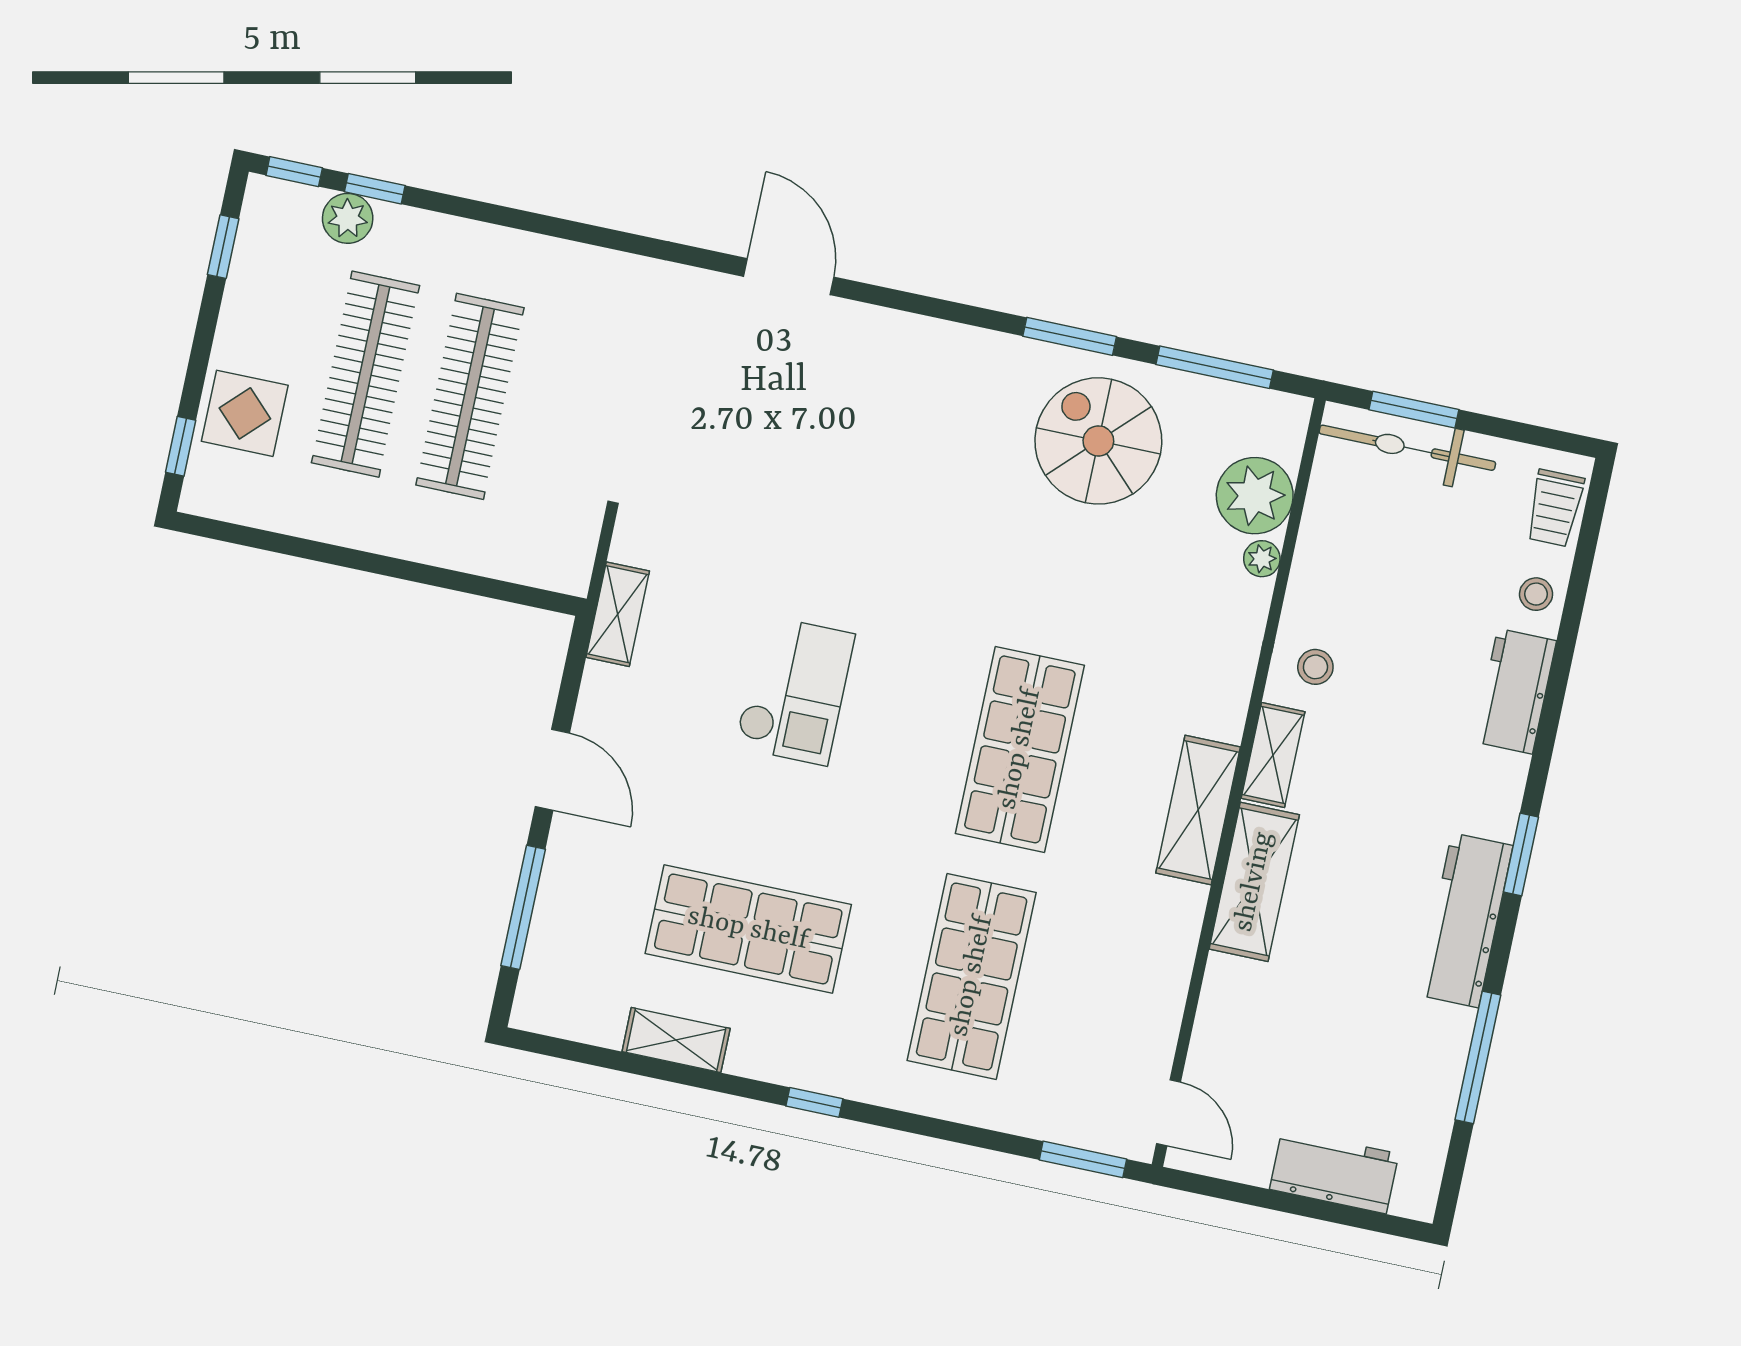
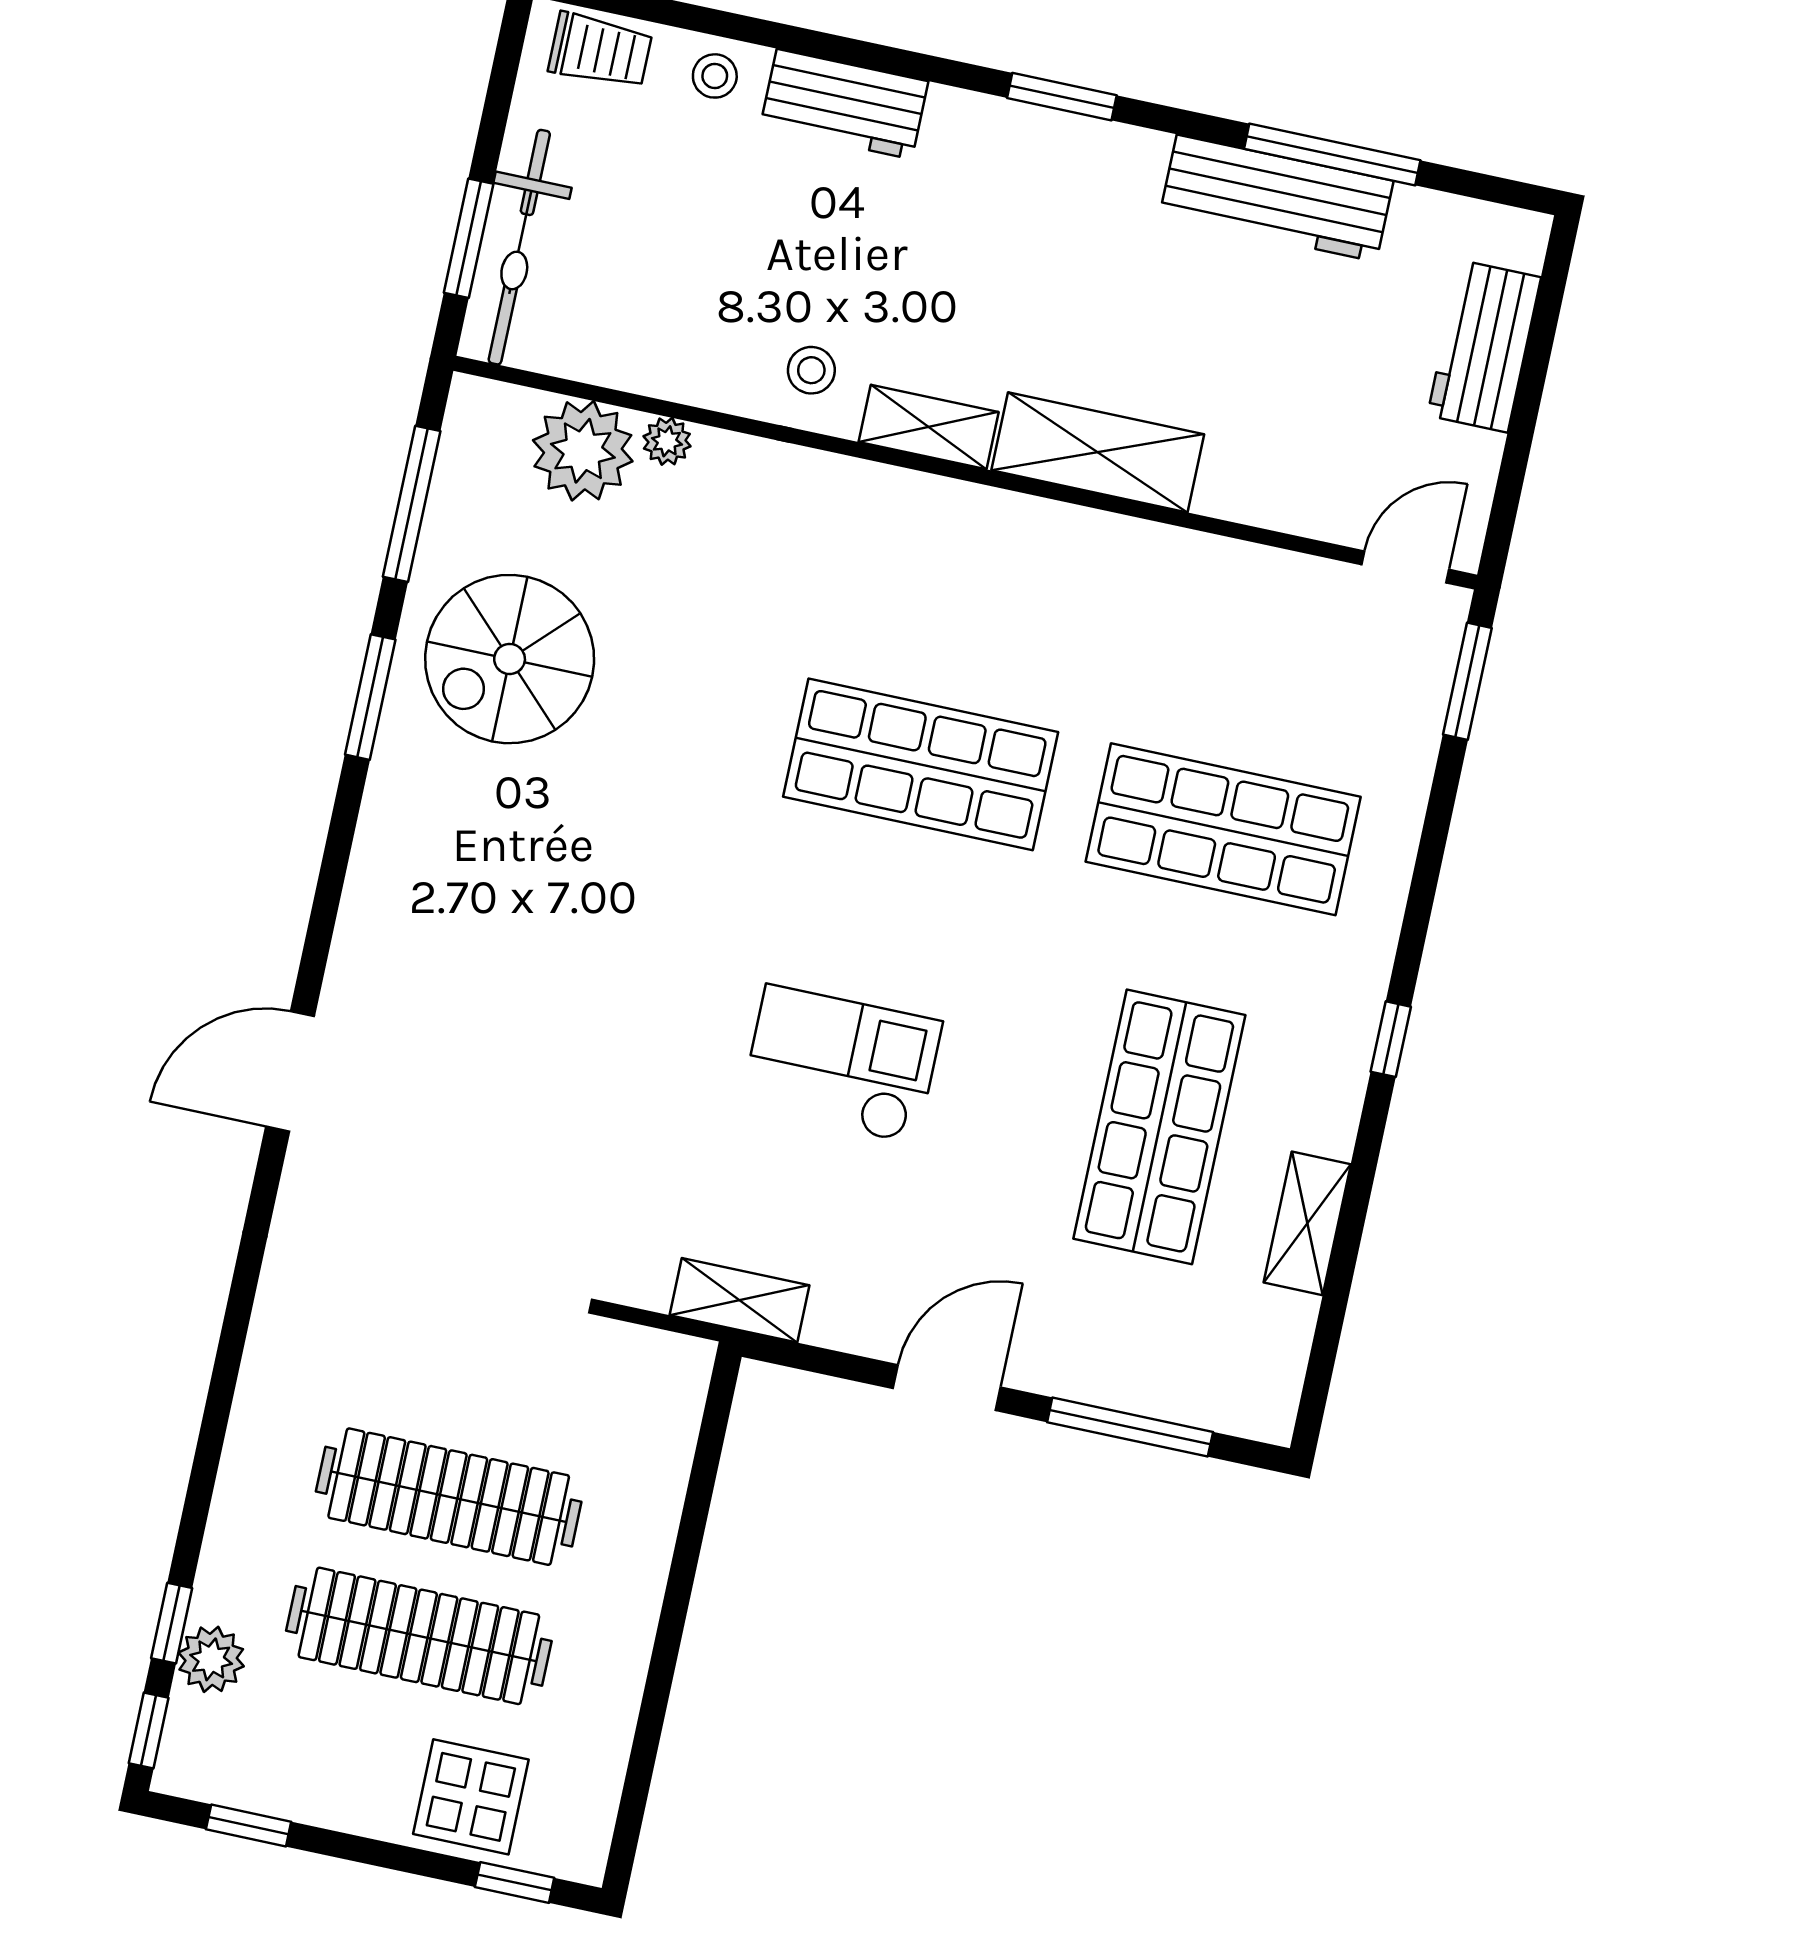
shelving: (1198, 810) -> (1002, 527), removed
workbench: (1465, 920) -> (1276, 198), moved

